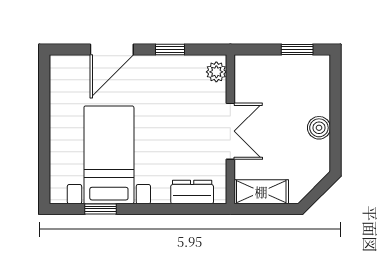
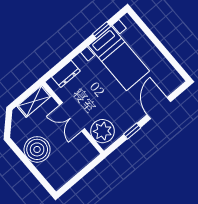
window: (297, 49) -> (73, 181), removed
plant: (216, 72) -> (103, 131), width x1.87, depth x1.87
boiler: (319, 128) -> (37, 149), width x1.86, depth x1.86

